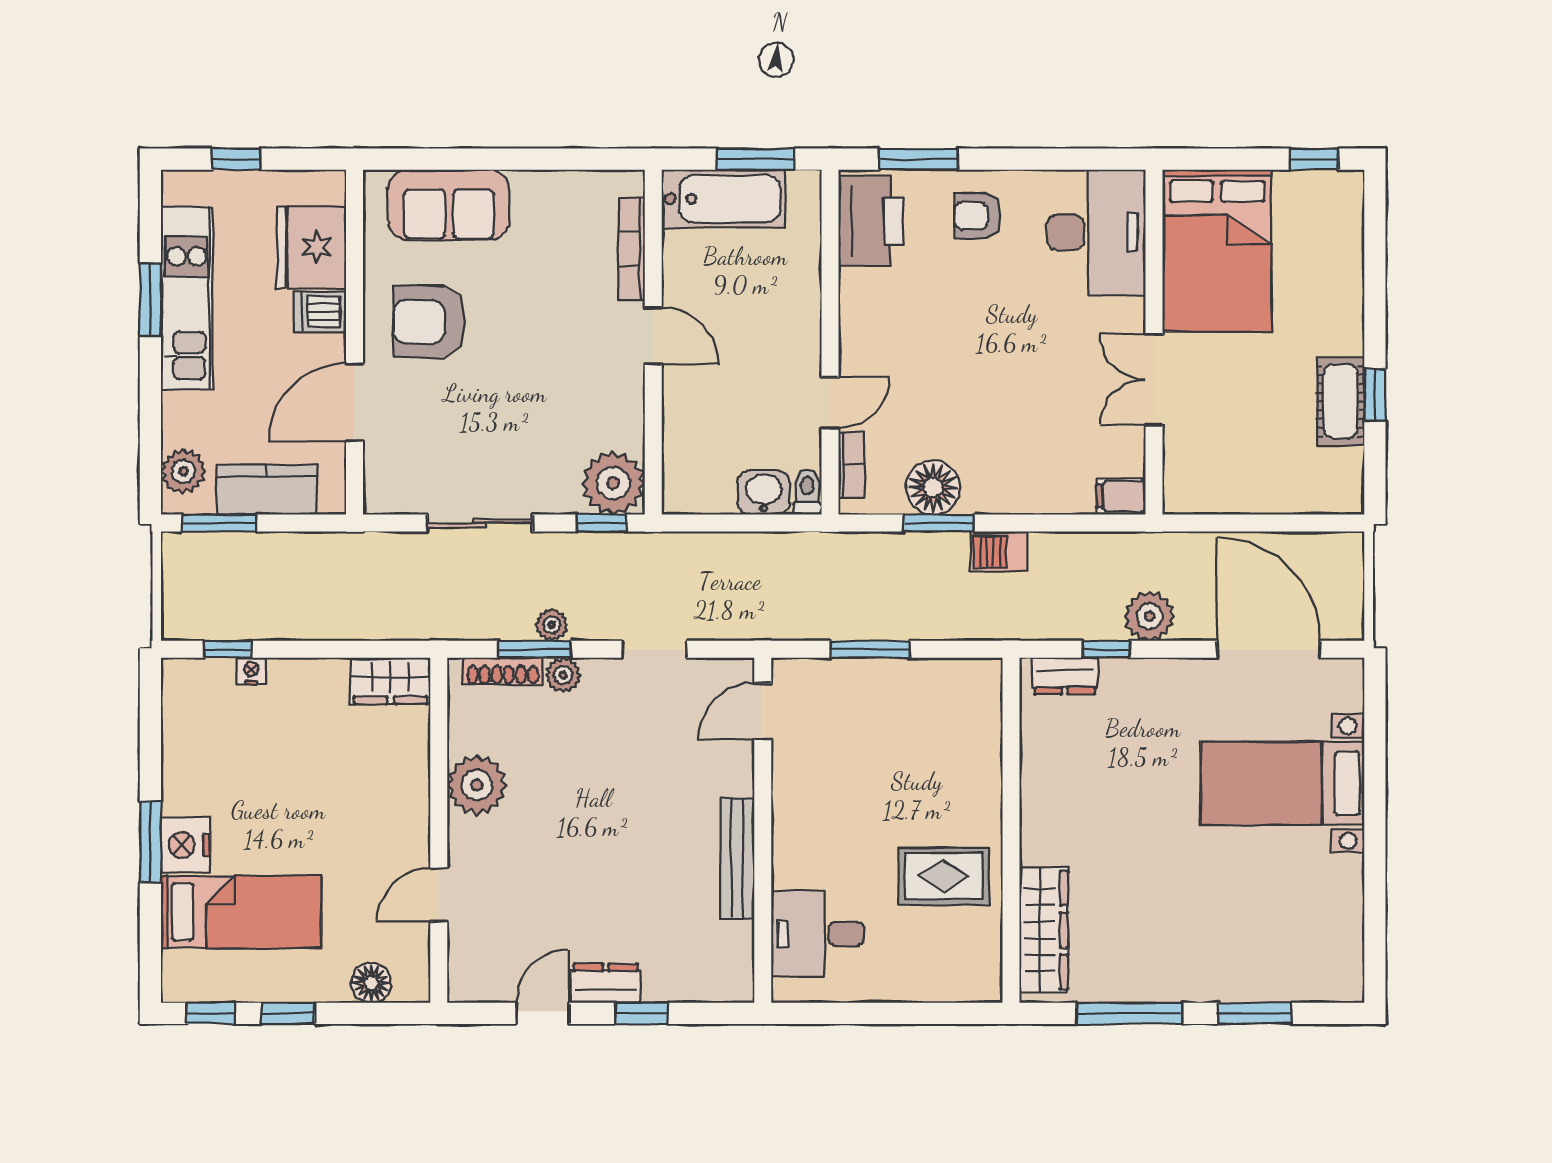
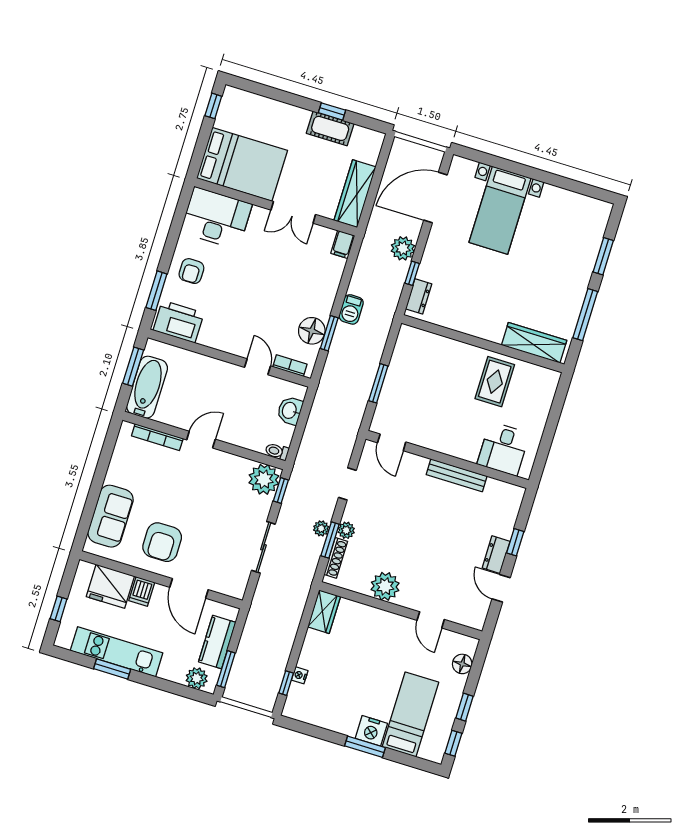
wardrobe: (1228, 489) -> (355, 194), added
toilet: (807, 492) -> (277, 452), moved

